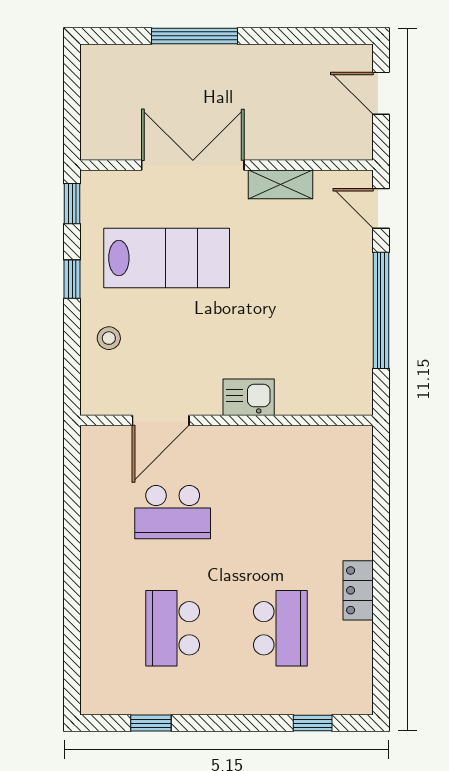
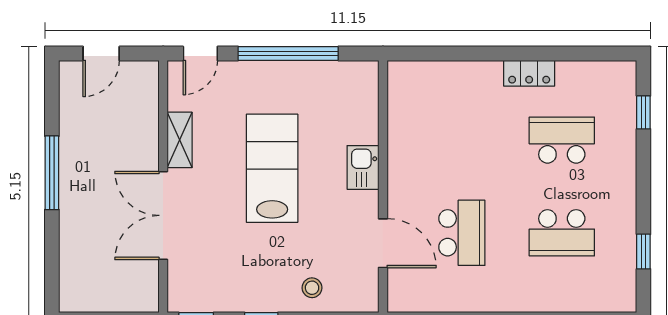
window: (195, 36) -> (52, 173), moved
lab bench: (167, 258) -> (272, 168), moved

